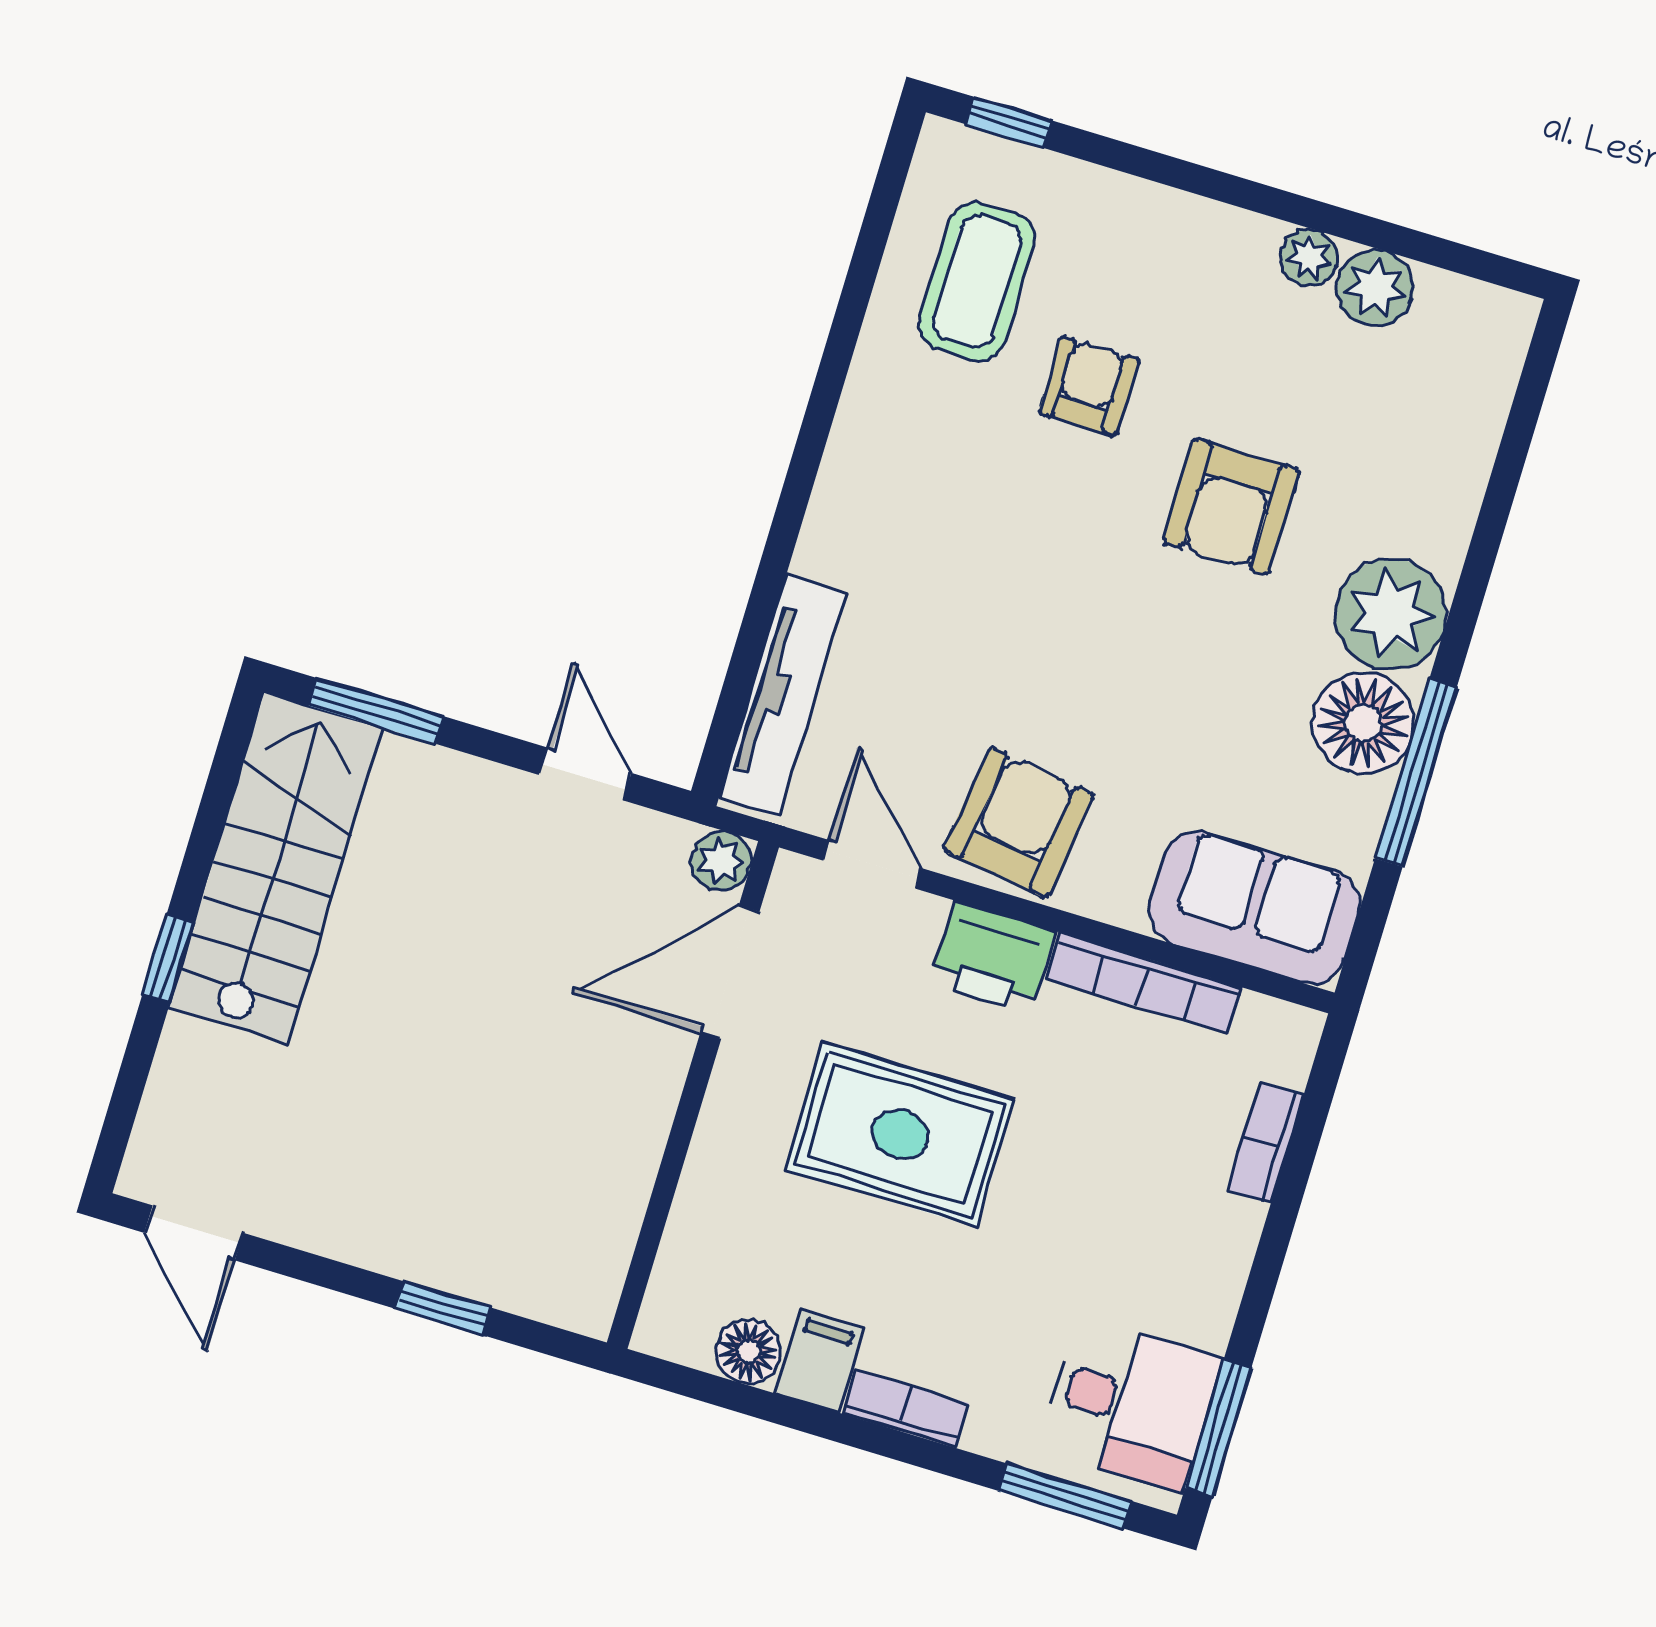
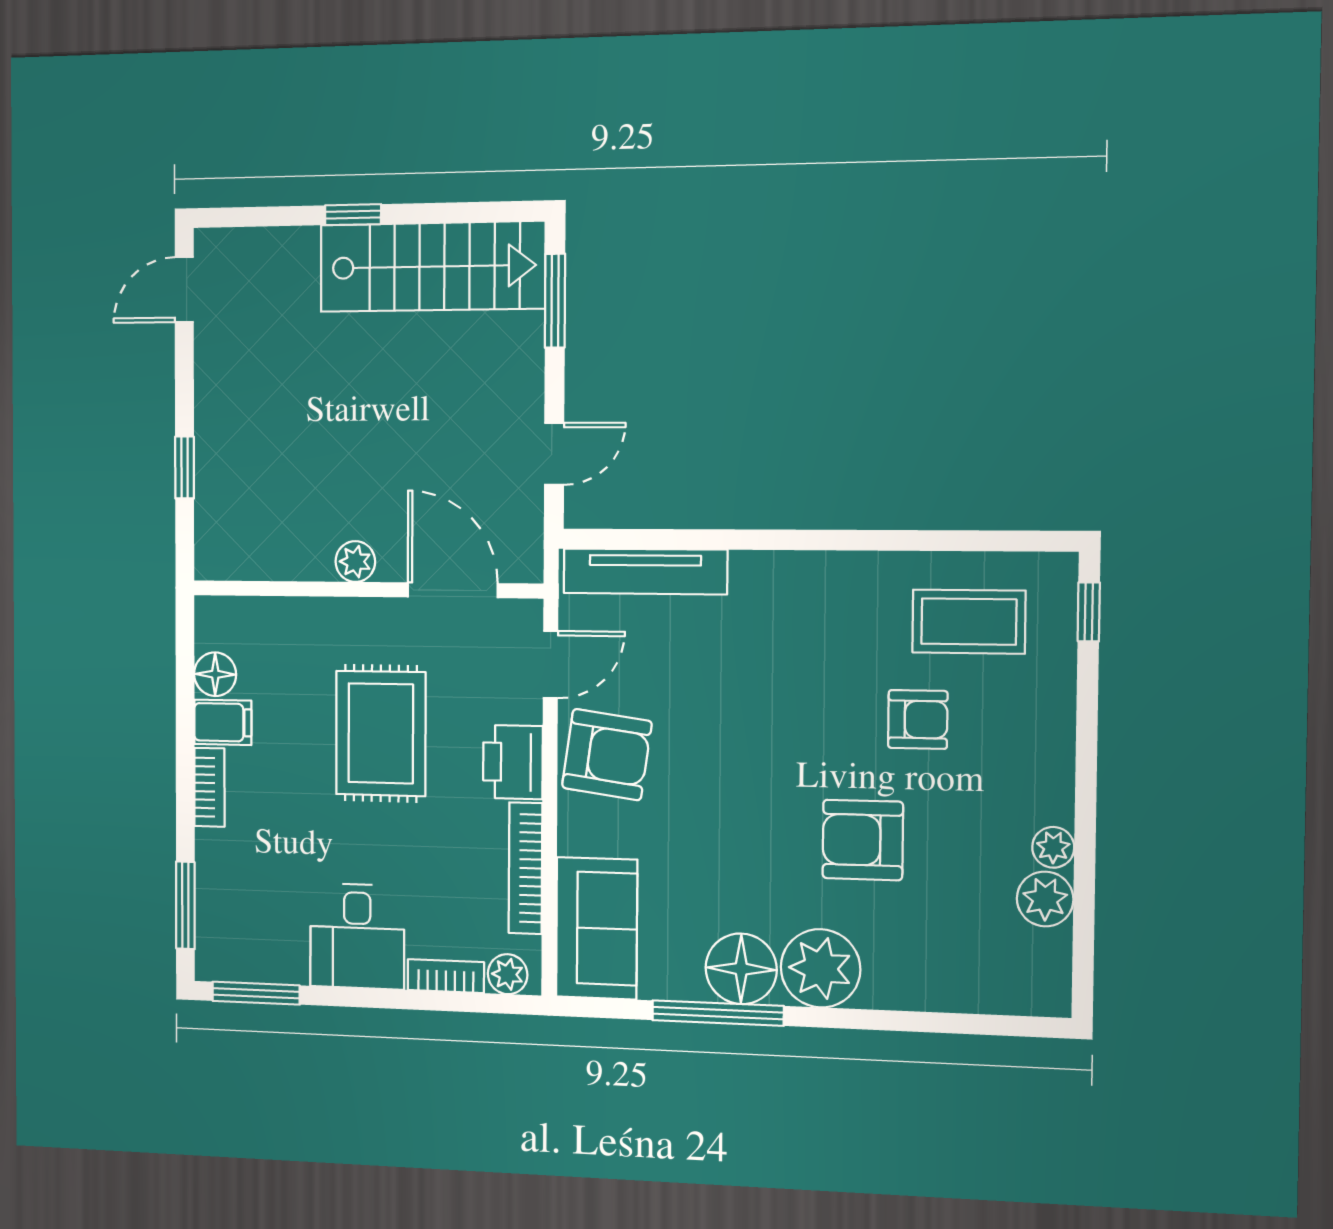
plant: (721, 861) -> (355, 562), moved
plant: (1286, 1053) -> (508, 974), added
desk: (1131, 1404) -> (357, 936), moved

